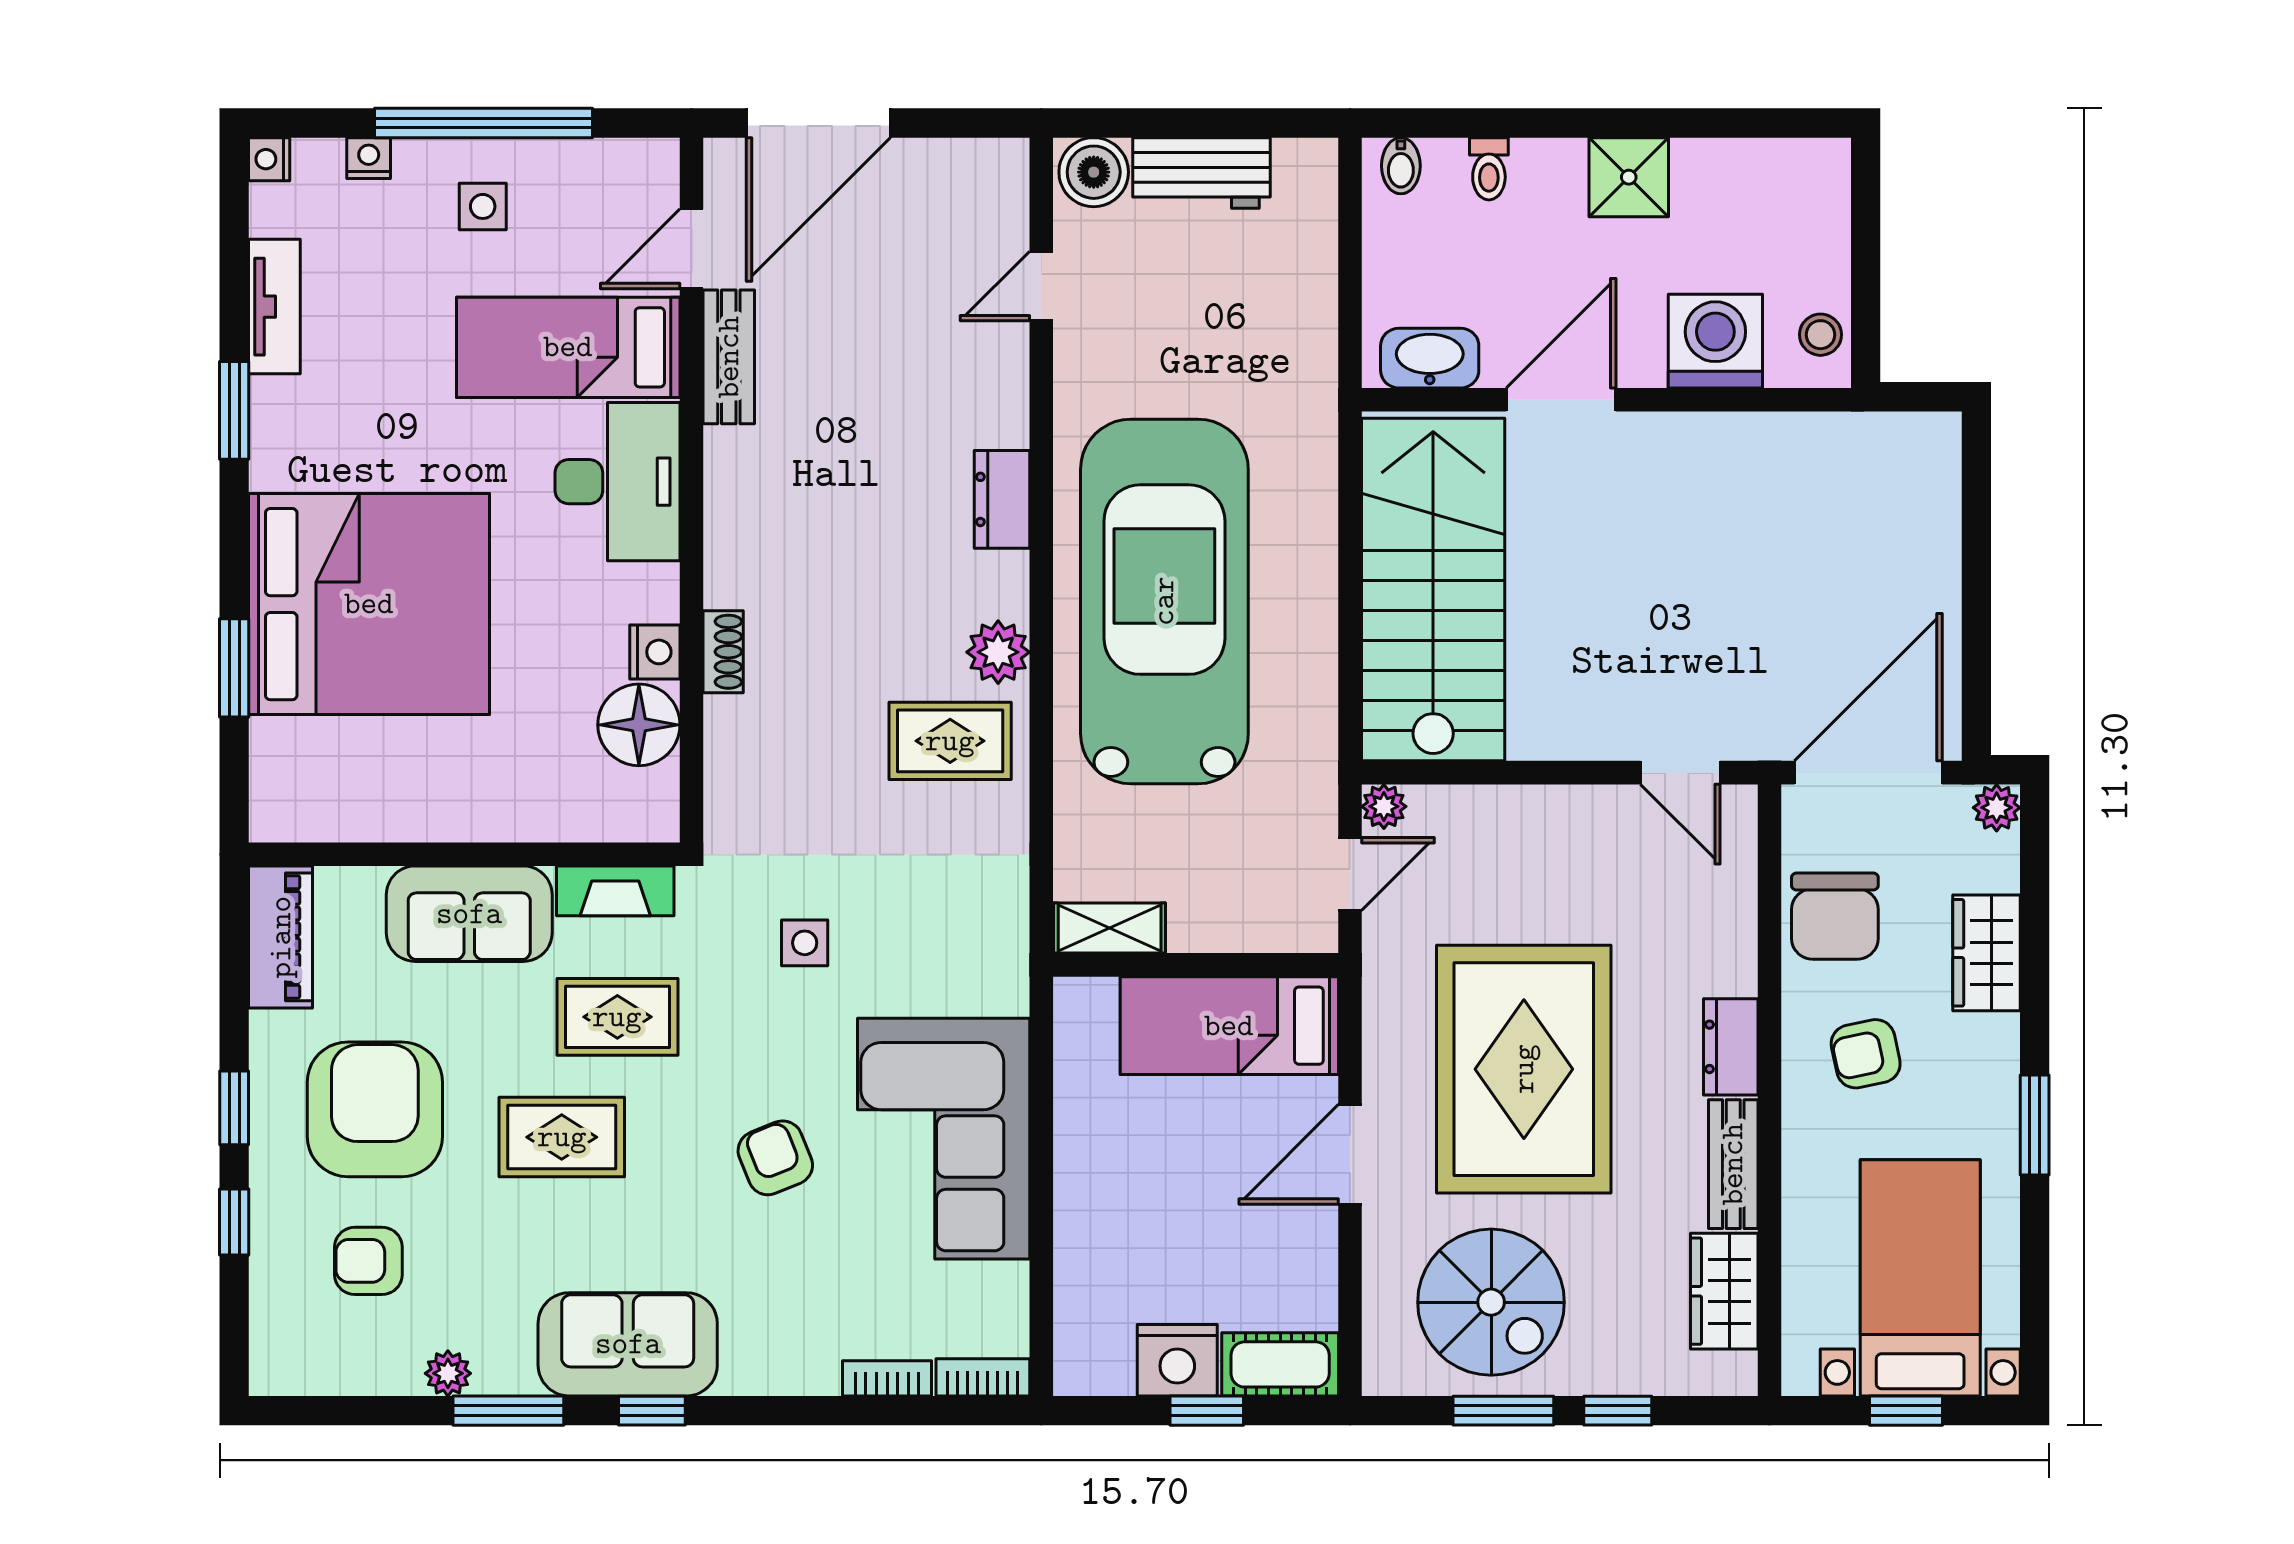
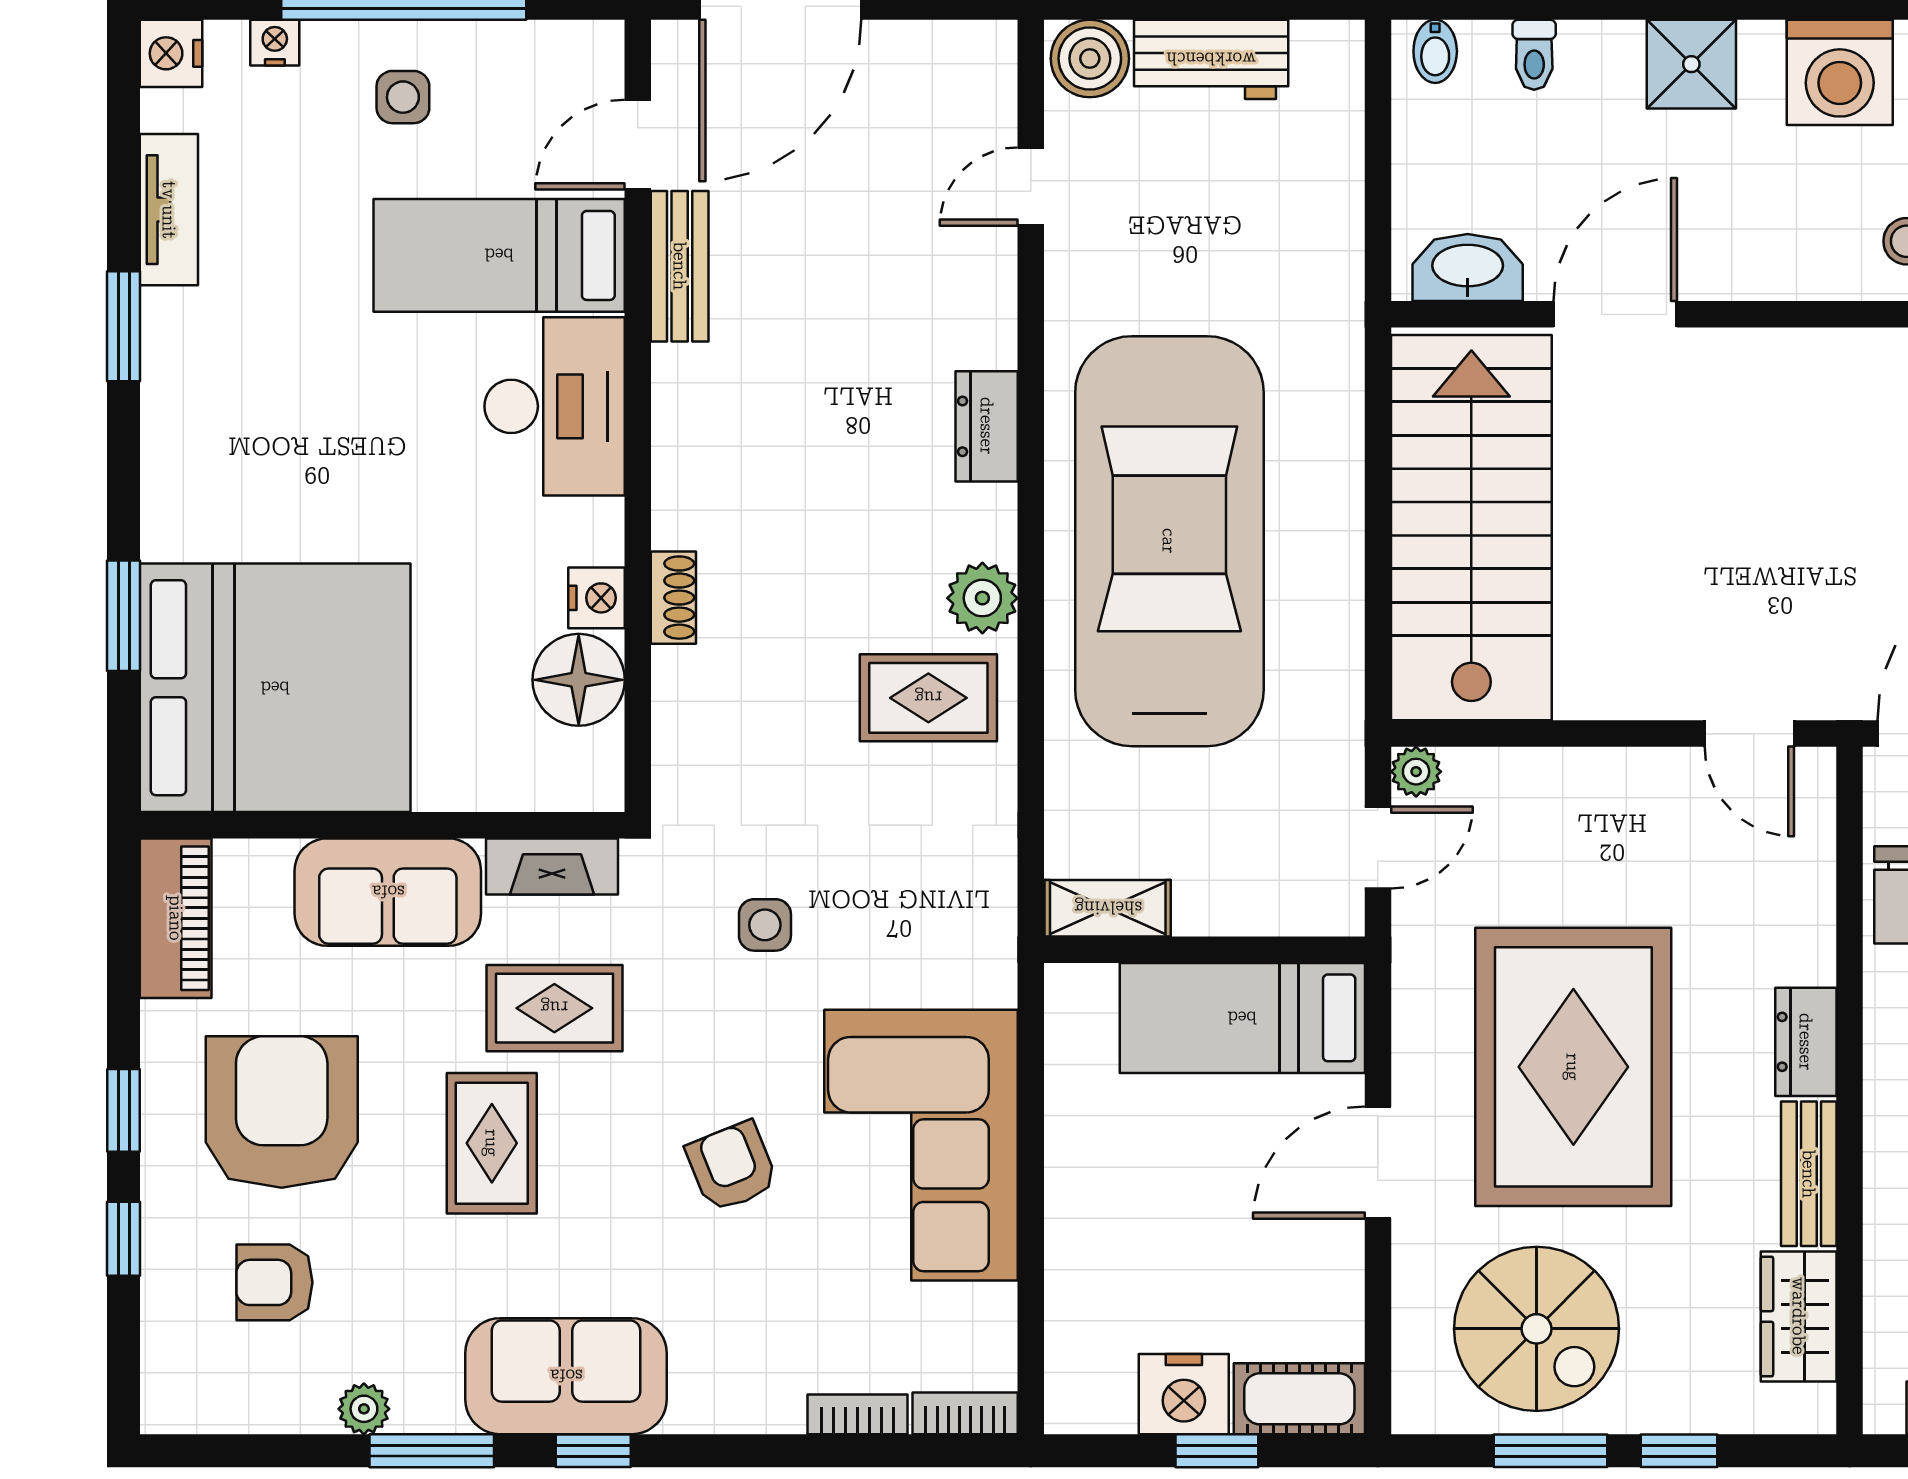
nightstand: (269, 159) -> (171, 53), width x1.39, depth x1.35
washing machine: (1715, 341) -> (1840, 72), moved, turned 180
bed: (369, 604) -> (275, 688), moved
rug: (562, 1137) -> (492, 1143), turned 90

